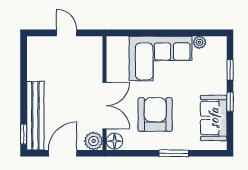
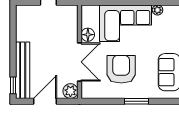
floor lamp: (115, 141) -> (88, 35), moved

